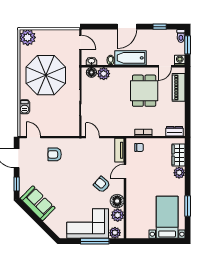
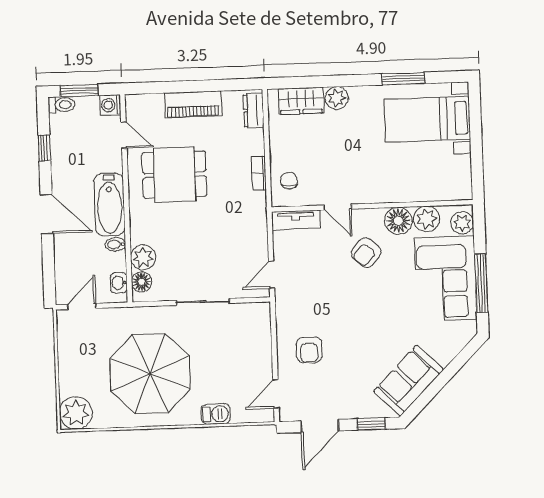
piano: (179, 87) -> (193, 104), moved
window: (95, 241) -> (481, 283), moved

